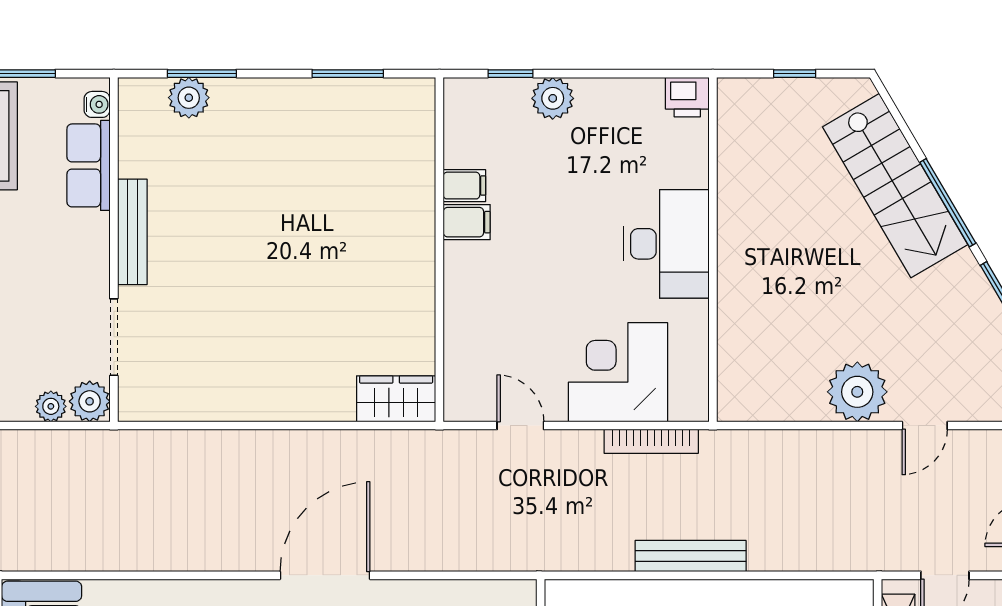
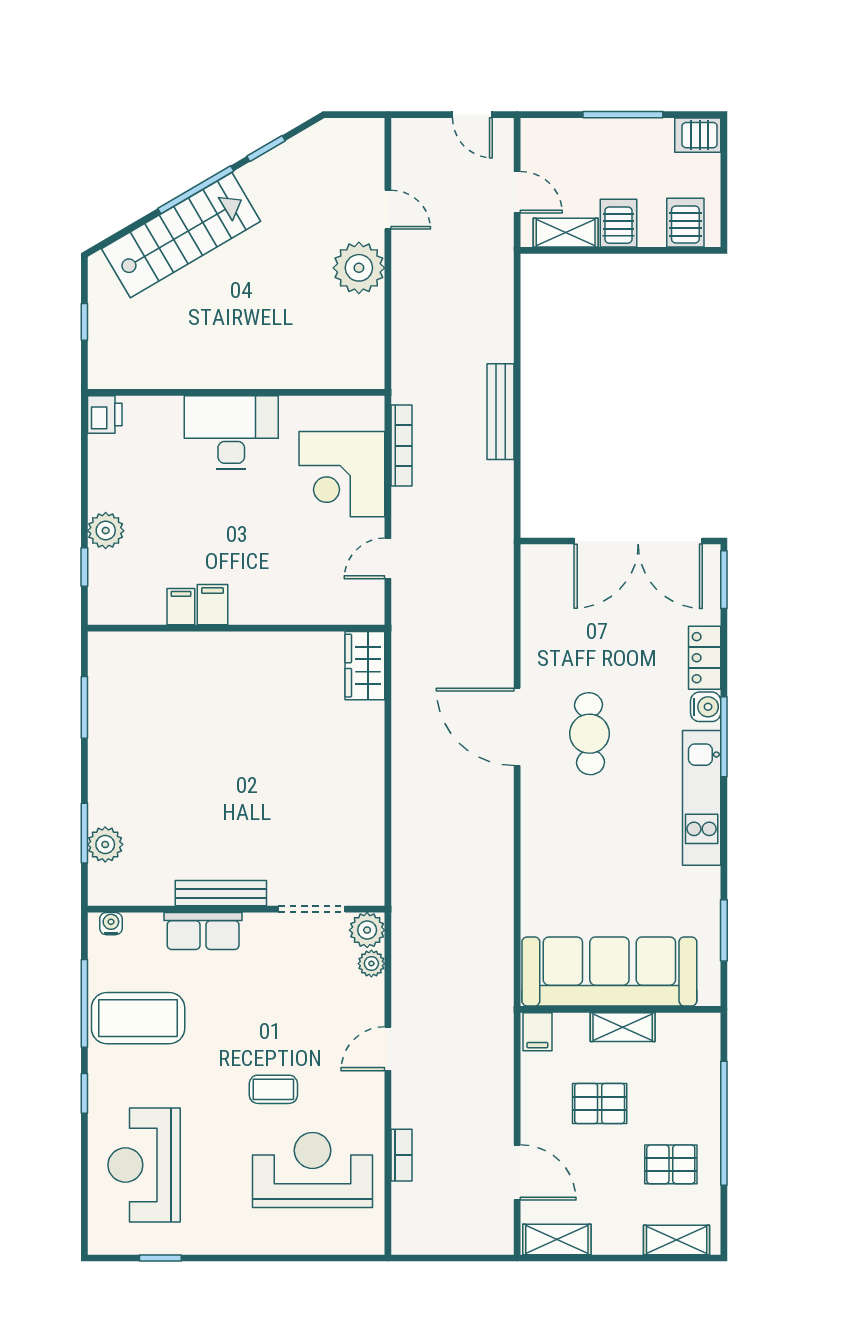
row of seats: (88, 165) -> (203, 931), moved

